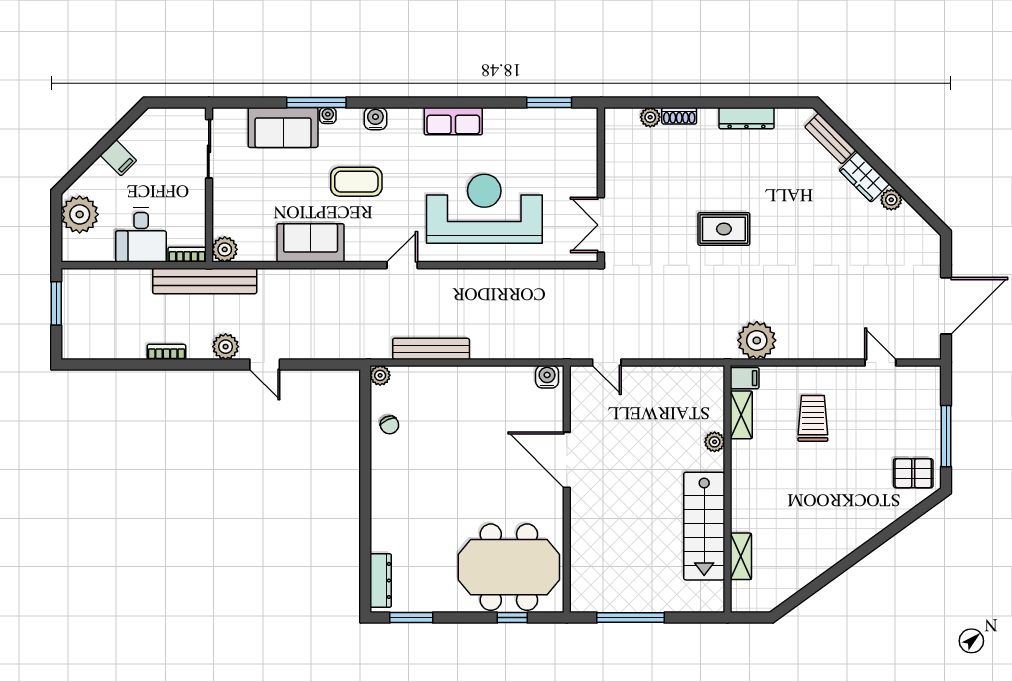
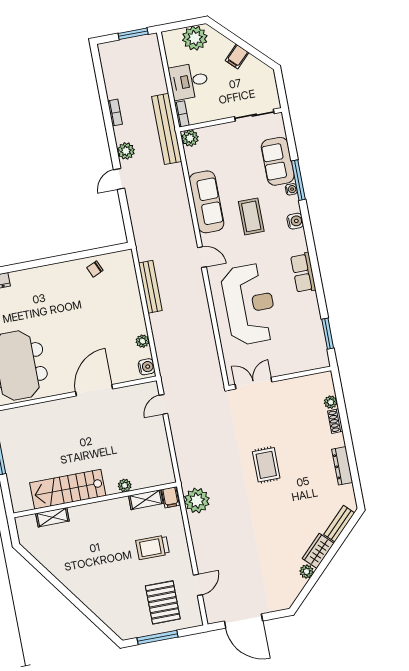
sofa: (311, 243) -> (207, 202), width x1.36
plant: (380, 375) -> (143, 341), moved
trolley: (813, 418) -> (152, 547), turned 180
pallet: (913, 473) -> (163, 602), moved, width x1.50, depth x1.42

